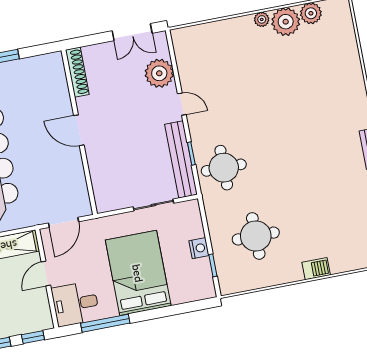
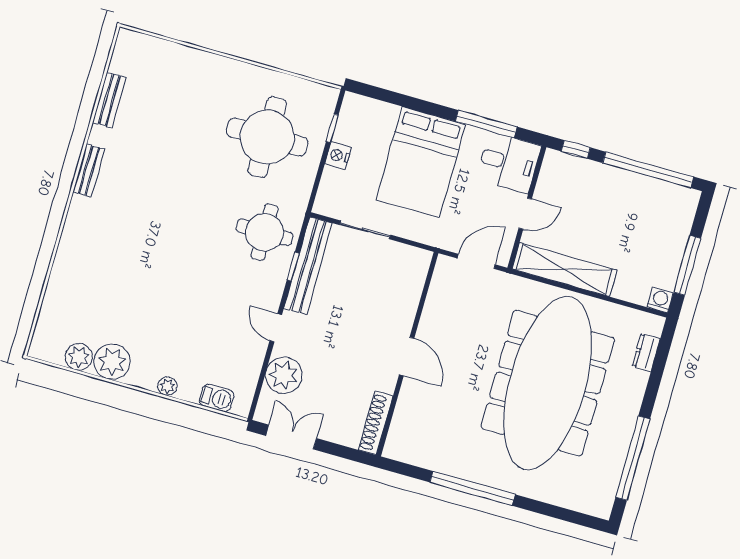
plant: (262, 19) -> (167, 386), moved
round table: (256, 236) -> (267, 137), width x1.36, depth x1.36
barbecue: (316, 269) -> (217, 398), moved, turned 180

